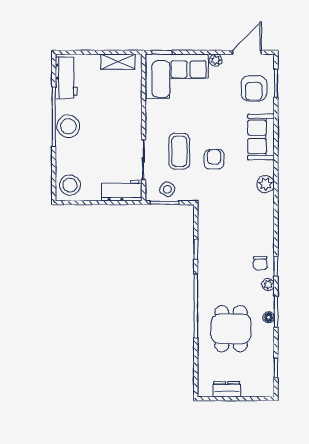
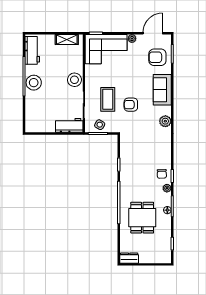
armchair: (254, 88) -> (157, 57), turned 90
armchair: (214, 159) -> (131, 105), turned -90
stool: (70, 185) -> (74, 80), moved
dresser: (227, 389) -> (129, 258), moved

